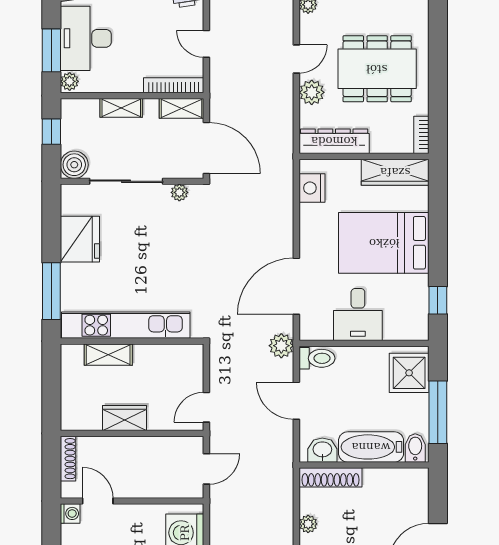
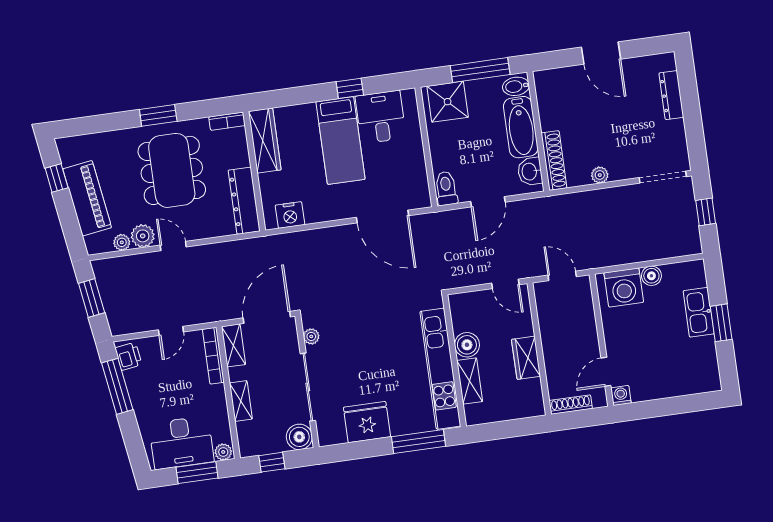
window: (438, 62) -> (158, 115), added
plant: (312, 92) -> (143, 236), moved
bed: (384, 243) -> (340, 141), width x0.67
window: (438, 300) -> (350, 88), moved
desk: (358, 315) -> (381, 117), moved, turned -90
plant: (281, 346) -> (439, 223), removed
boiler: (147, 357) -> (467, 345), added

